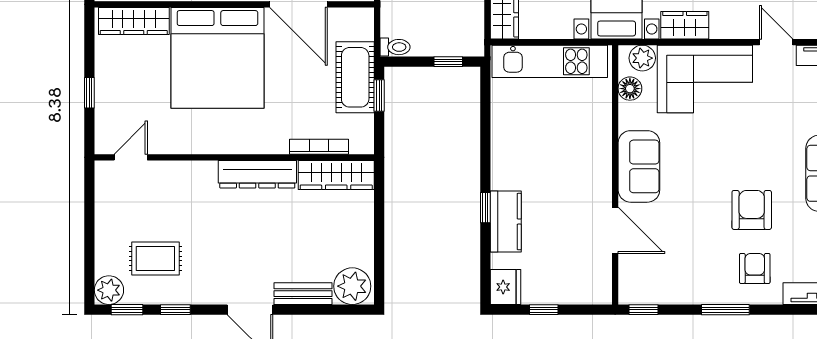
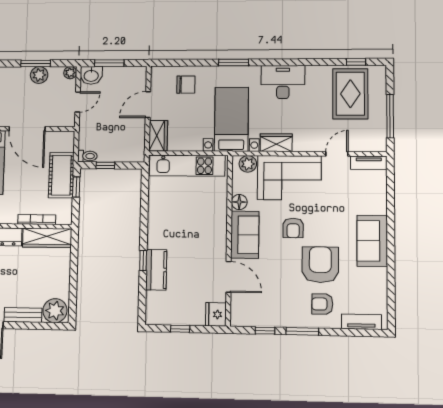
door: (776, 42) -> (337, 154), hinge flipped
window: (448, 62) -> (105, 165), moved
floor lamp: (630, 89) -> (239, 202), moved
armchair: (711, 155) -> (293, 228), added
armchair: (752, 210) -> (320, 265), width x1.36, depth x1.36
armchair: (755, 268) -> (322, 304), turned -90
fridge: (506, 287) -> (216, 314), moved, turned 180
window: (643, 310) -> (265, 331), moved

